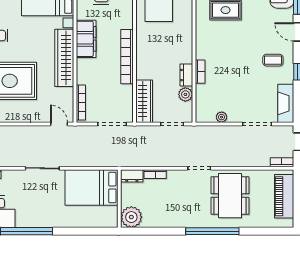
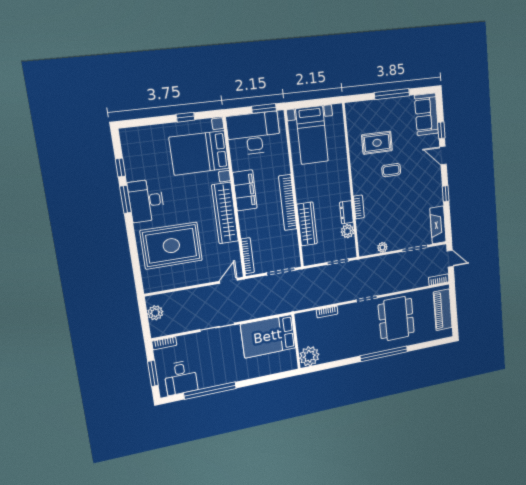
coffee table: (273, 60) -> (391, 170), moved
wardrobe: (144, 101) -> (307, 224), moved
door: (59, 124) -> (228, 281), hinge flipped
dresser: (132, 176) -> (305, 318), removed

